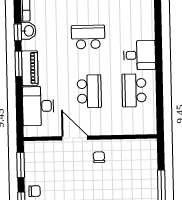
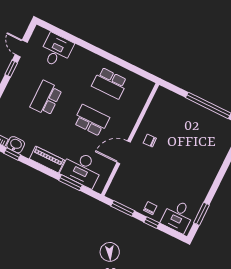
desk: (140, 55) -> (56, 50), moved
window: (19, 64) -> (71, 183), moved

